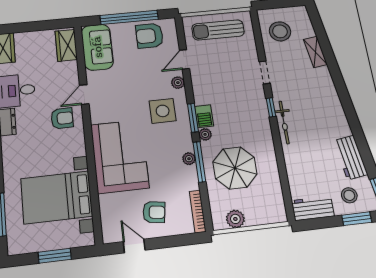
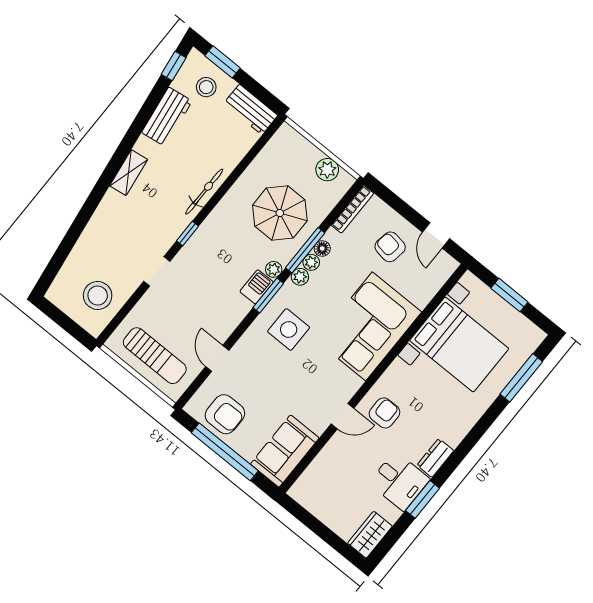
wardrobe: (66, 45) -> (311, 481), removed
shelving: (315, 52) -> (129, 173), moved
door: (184, 59) -> (217, 358), swing flipped
plant: (178, 83) -> (300, 277), moved
armchair: (62, 118) -> (384, 413), turned 90
bicycle: (284, 122) -> (204, 192), moved
floor lamp: (191, 172) -> (322, 248), added

